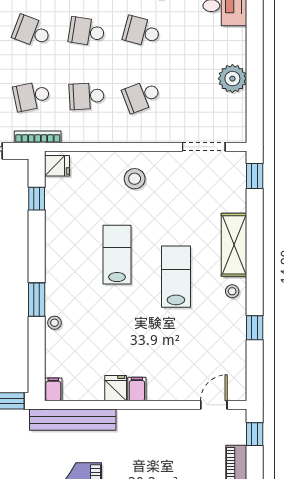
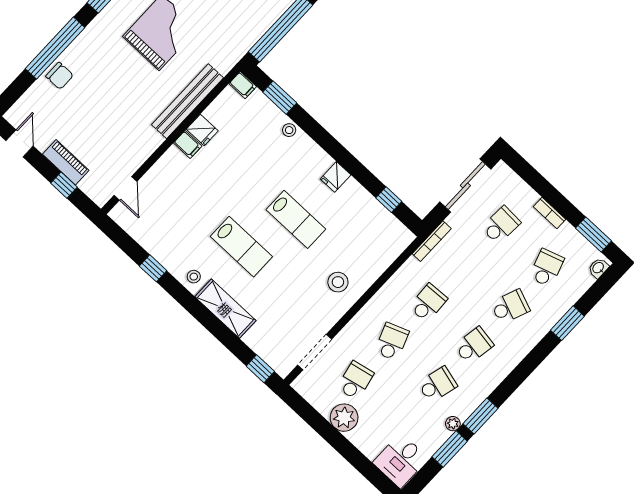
school desk: (32, 96) -> (355, 381), moved
fridge: (57, 166) -> (336, 177), moved
window: (37, 300) -> (280, 98), moved
bench: (73, 420) -> (188, 101), moved
window: (255, 434) -> (64, 185), moved

